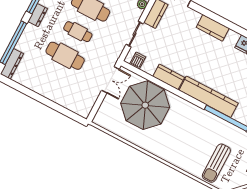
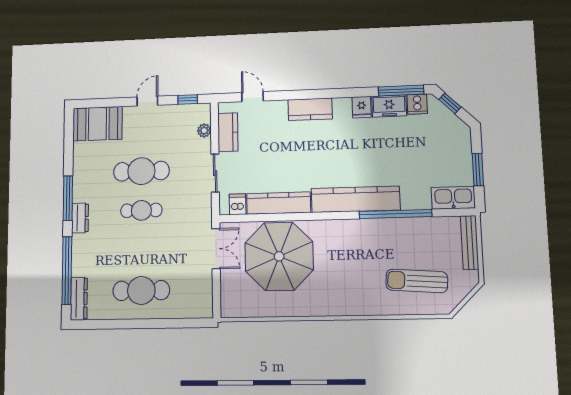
cafe table: (65, 56) -> (141, 290), moved
kitchen counter: (169, 77) -> (279, 203), width x1.50
sun lounger: (216, 163) -> (417, 281), turned 94

